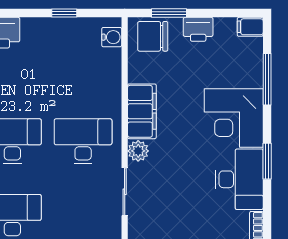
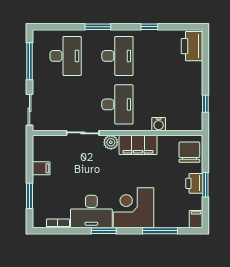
window: (64, 13) -> (205, 104), moved
window: (169, 13) -> (205, 185), moved
water cooler: (112, 37) -> (159, 124), moved

